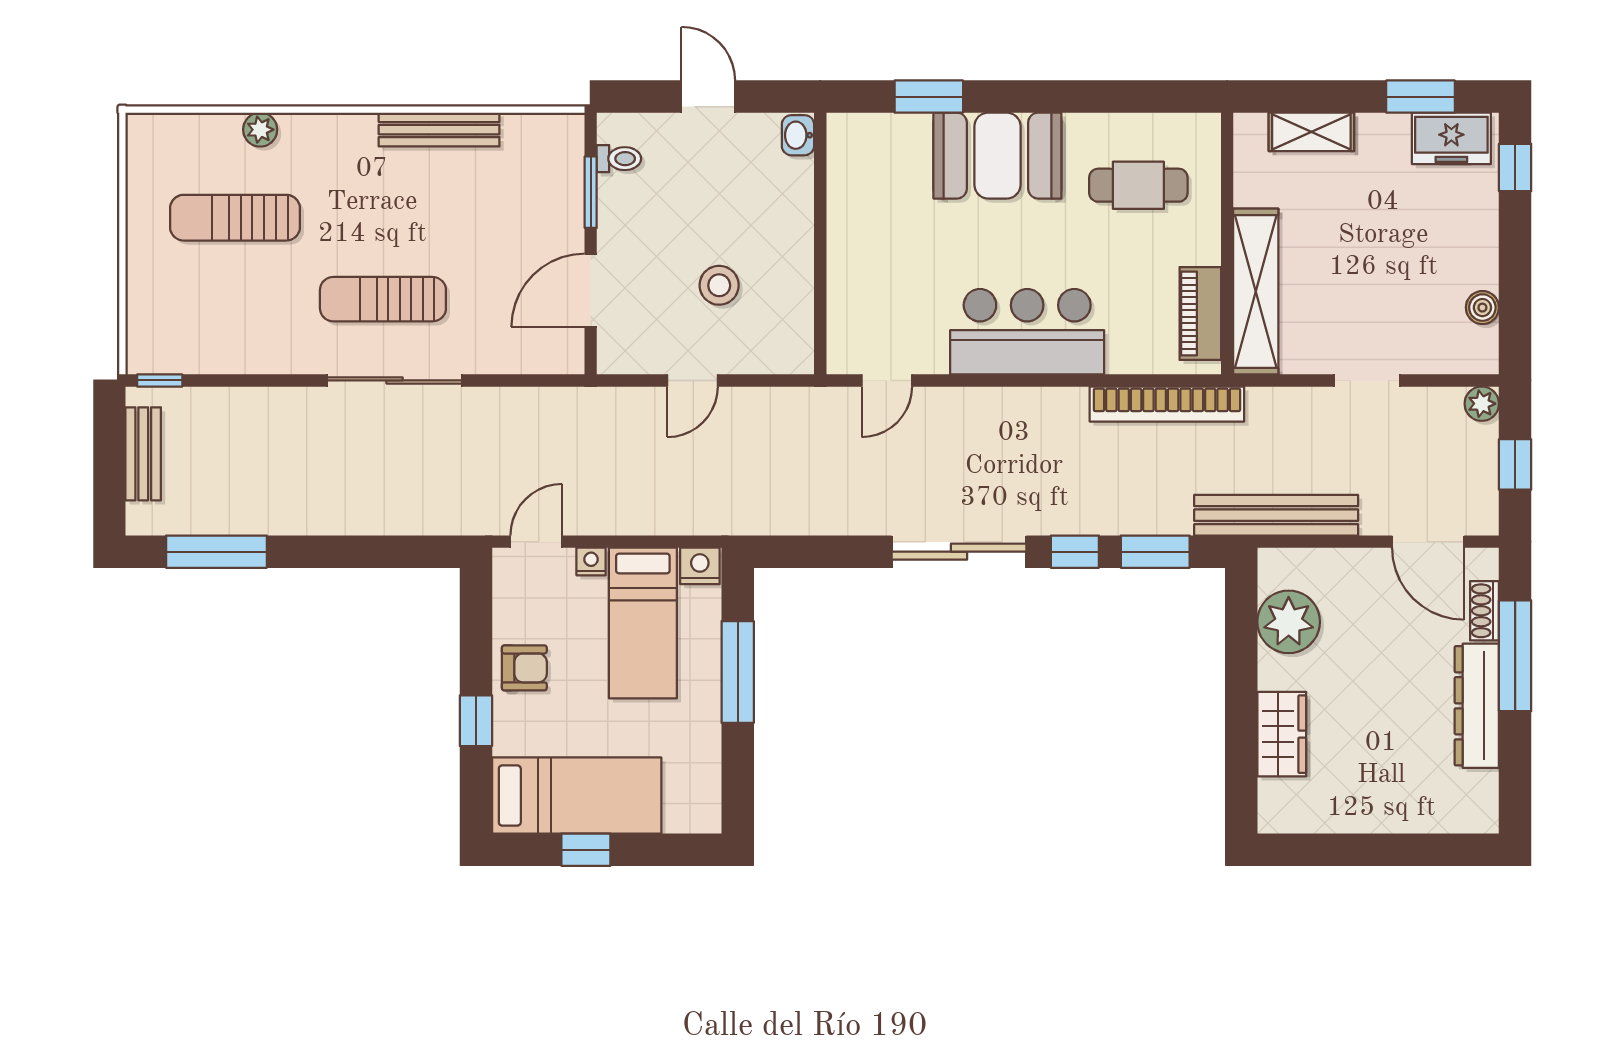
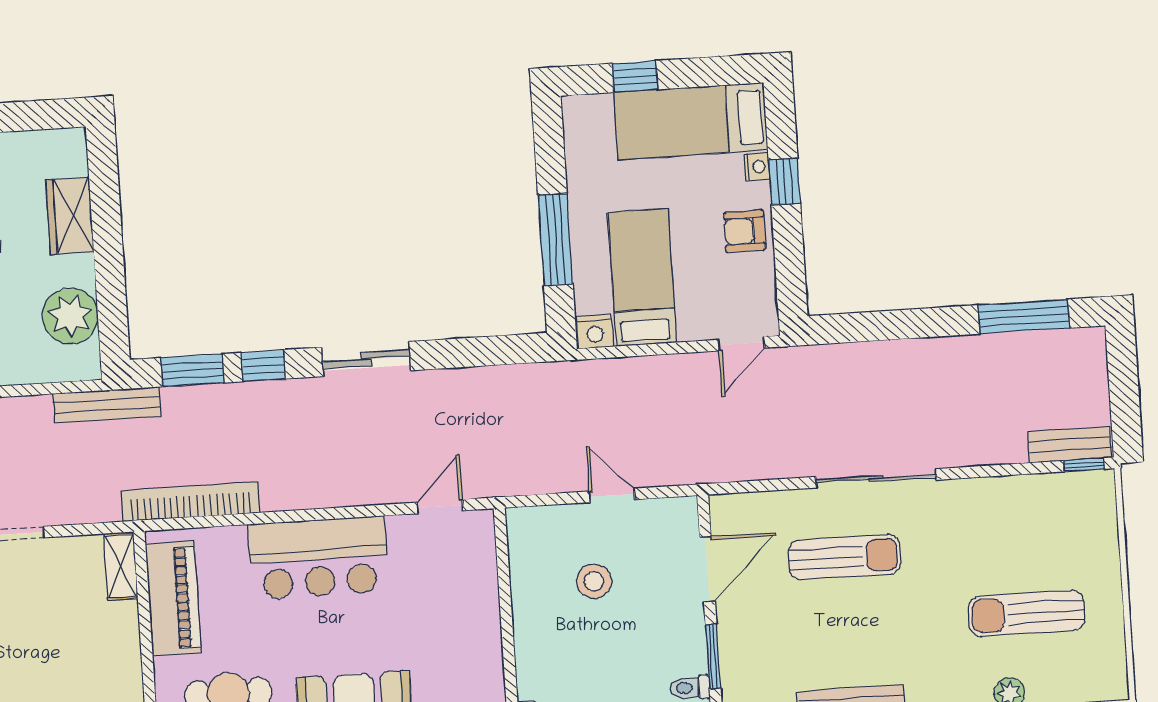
sun lounger: (235, 218) -> (1027, 613), turned 180
shelving: (1256, 291) -> (121, 566), width x0.45, depth x0.75
sun lounger: (383, 299) -> (845, 557), moved
piano: (1200, 313) -> (173, 598), width x1.37, depth x1.33
door: (692, 380) -> (612, 495), hinge flipped
bench: (143, 454) -> (1070, 445), moved, turned 90
bench: (1276, 515) -> (107, 405), width x0.73, depth x0.82
sliding door: (959, 552) -> (366, 359), width x0.73
nightstand: (591, 562) -> (757, 167), moved, turned -90
window: (586, 850) -> (635, 77), moved

